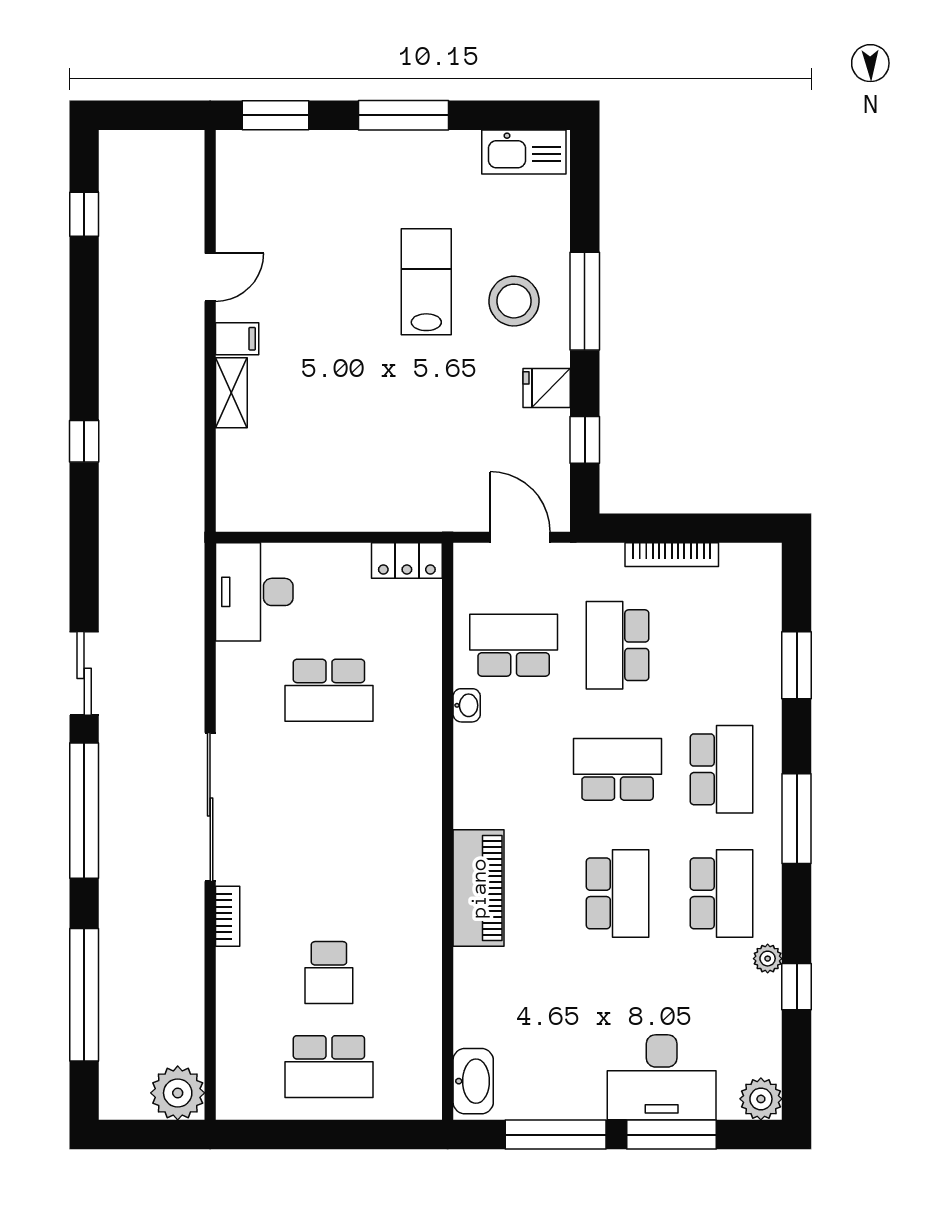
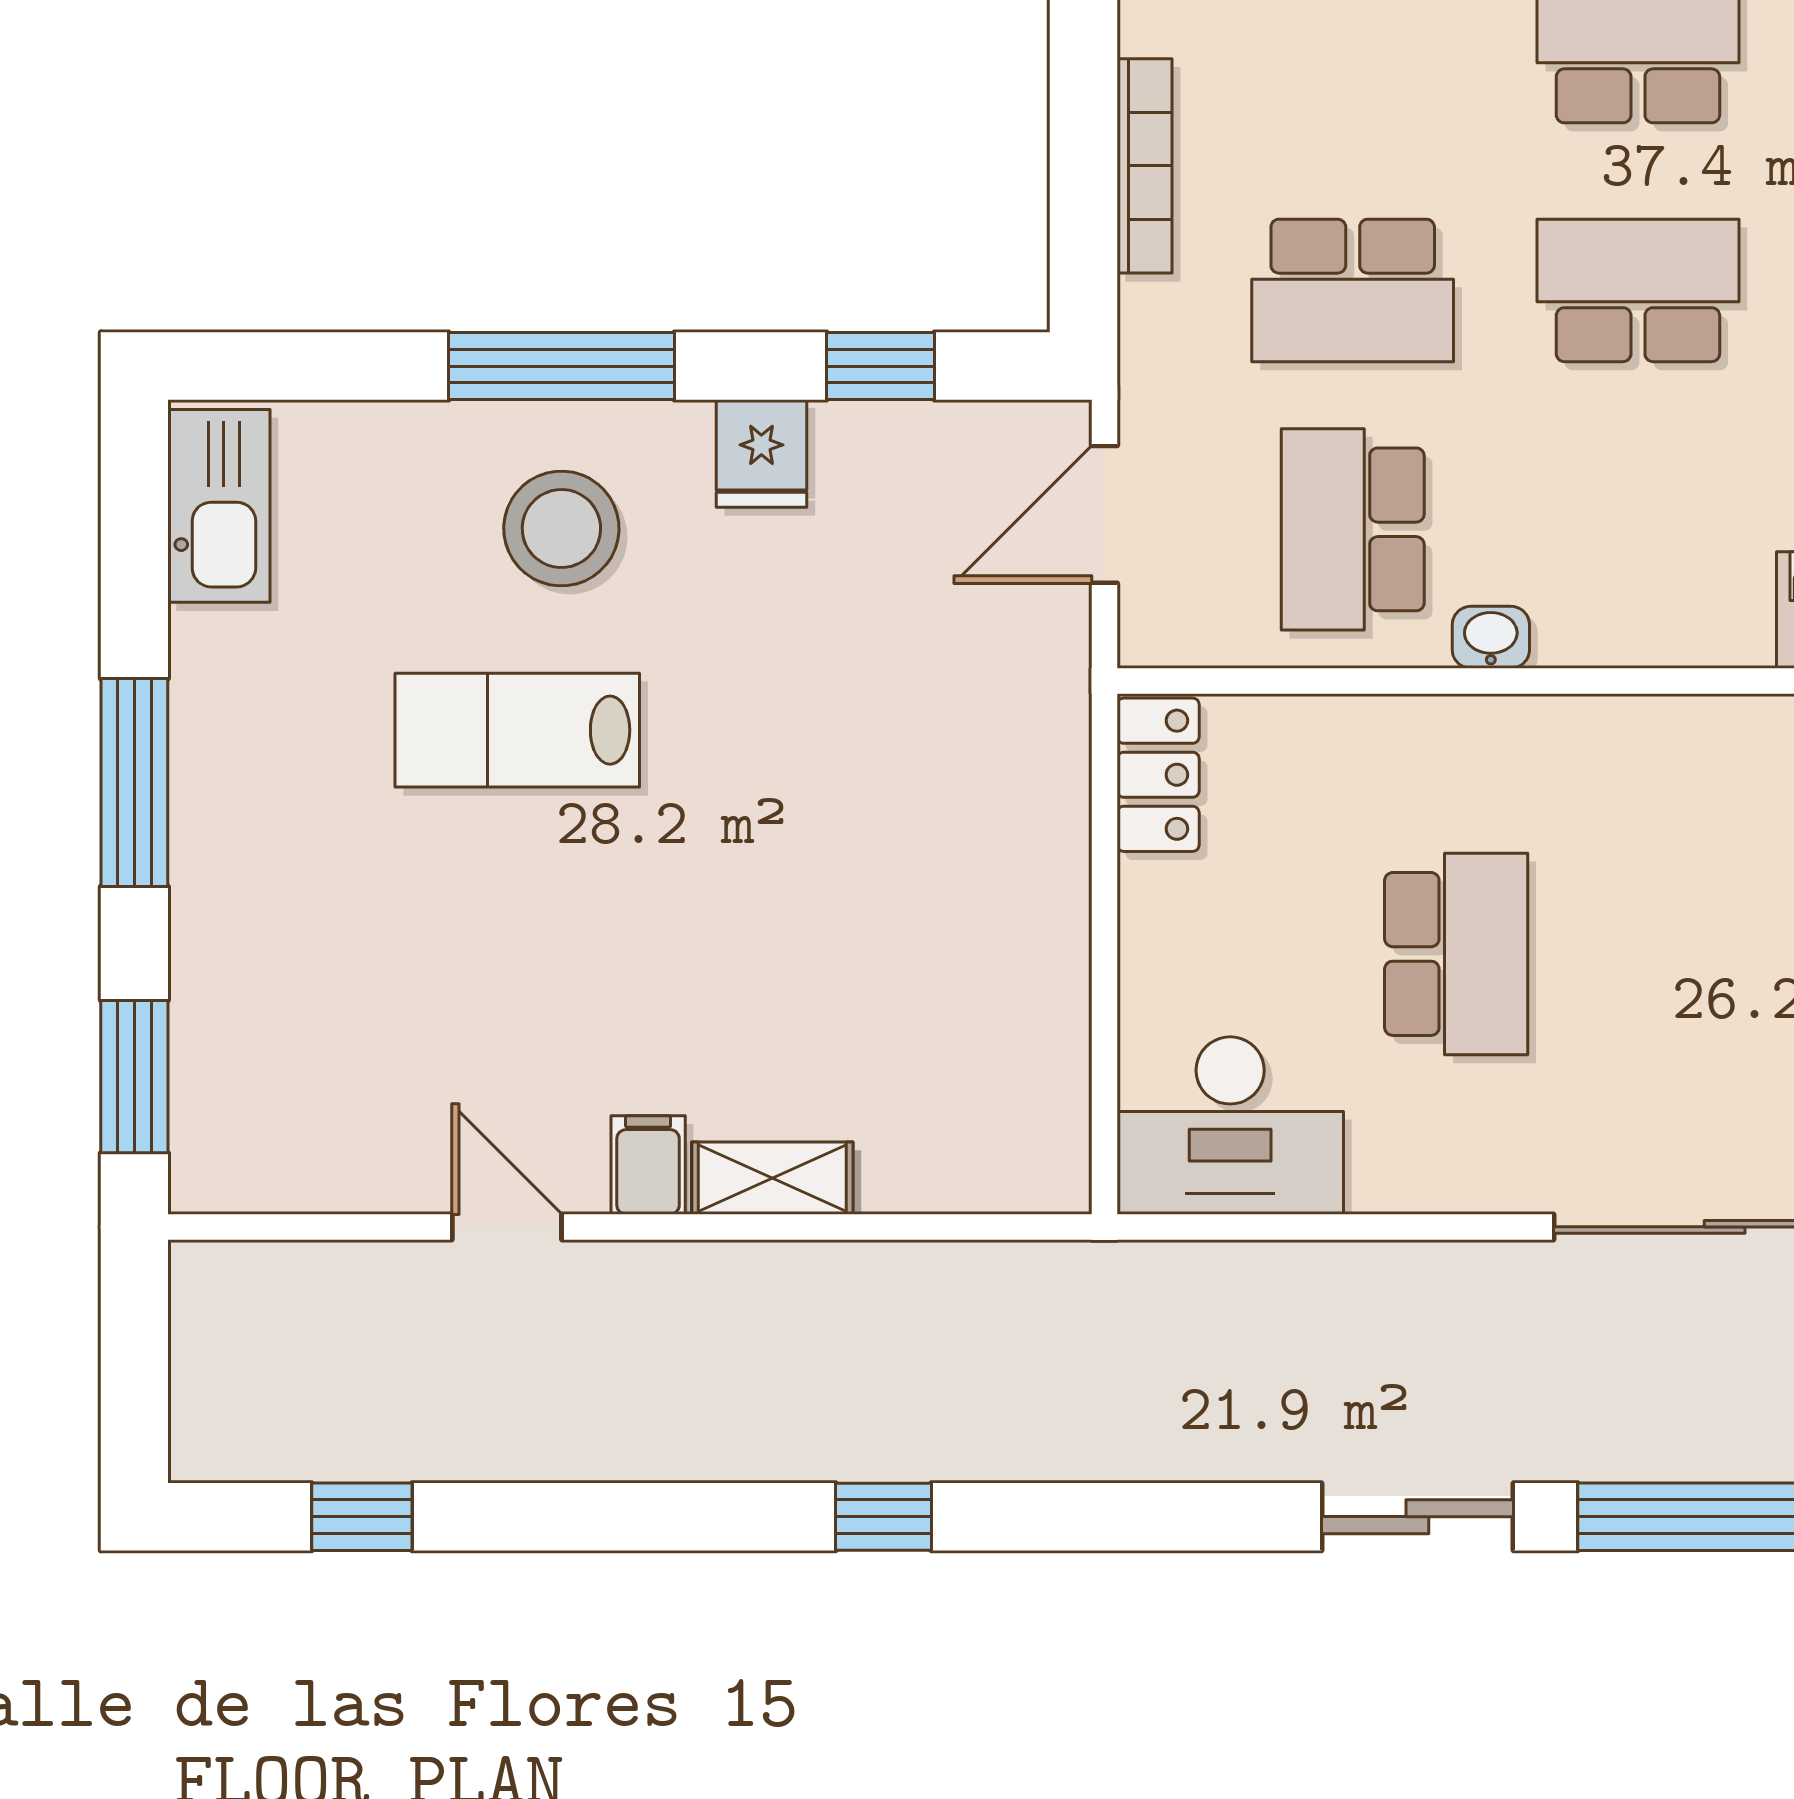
school desk: (618, 769) -> (1638, 290), turned 90

